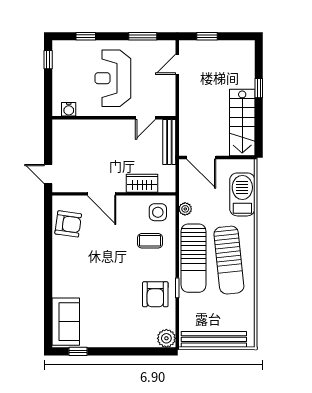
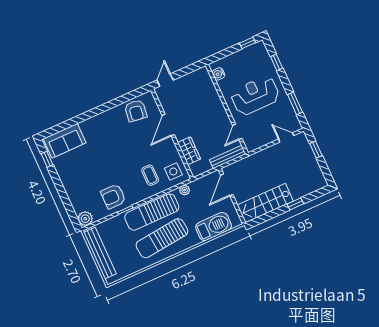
door: (145, 118) -> (237, 132), hinge flipped

